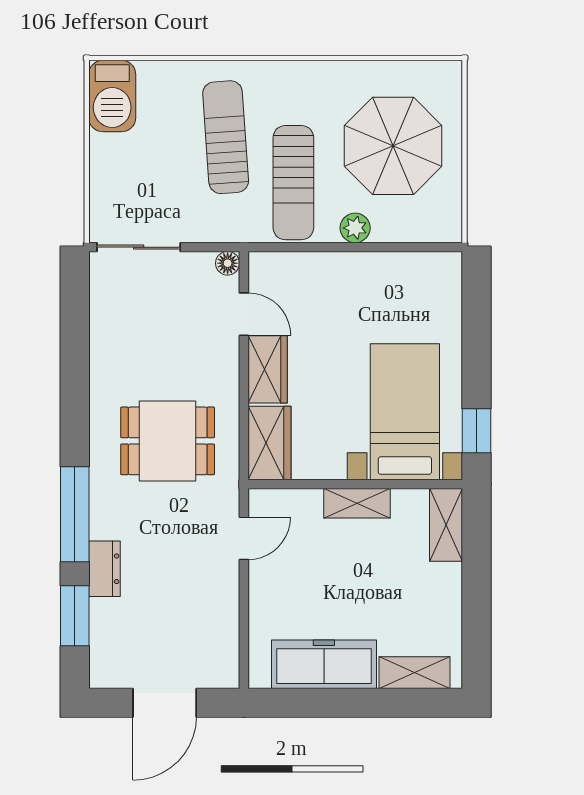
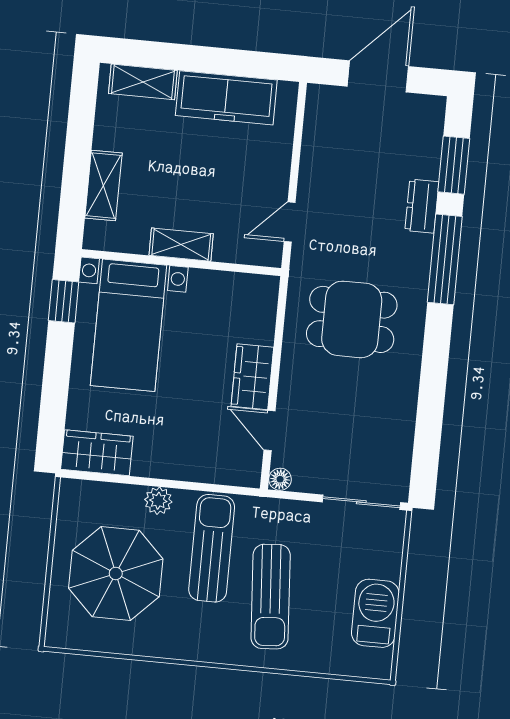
barbecue: (112, 96) -> (375, 613), moved
wardrobe: (269, 443) -> (97, 453), moved, turned 90
shelving: (446, 525) -> (103, 186), moved

